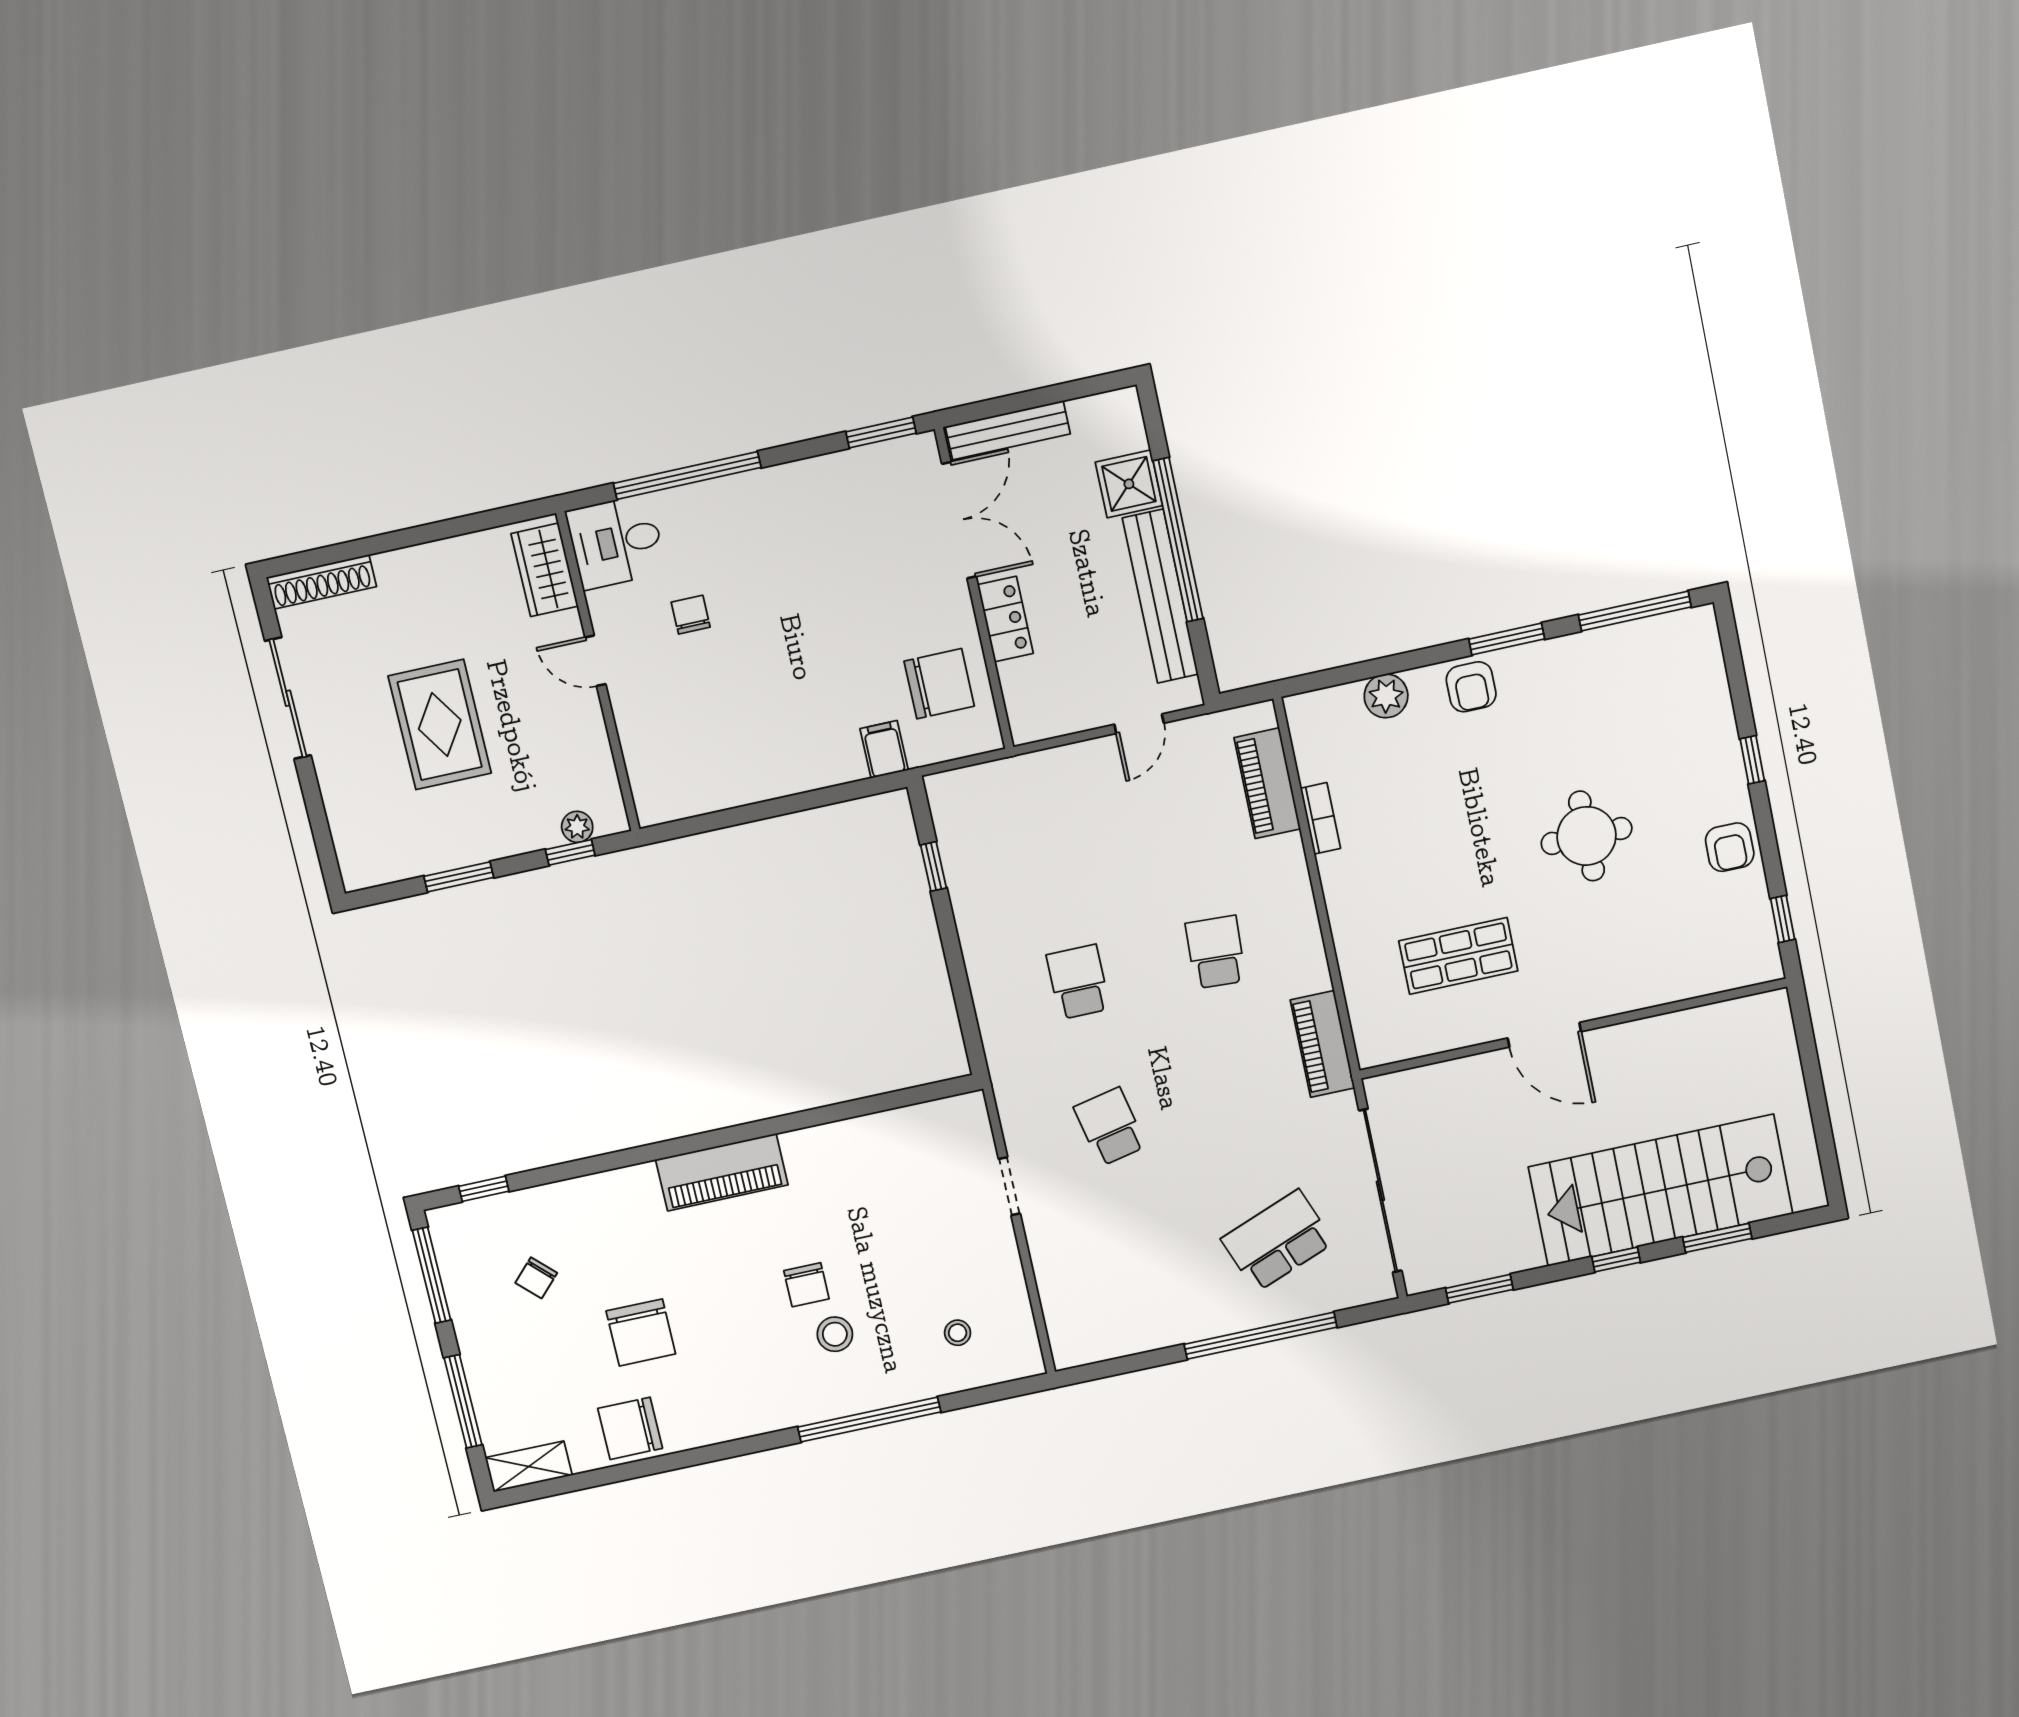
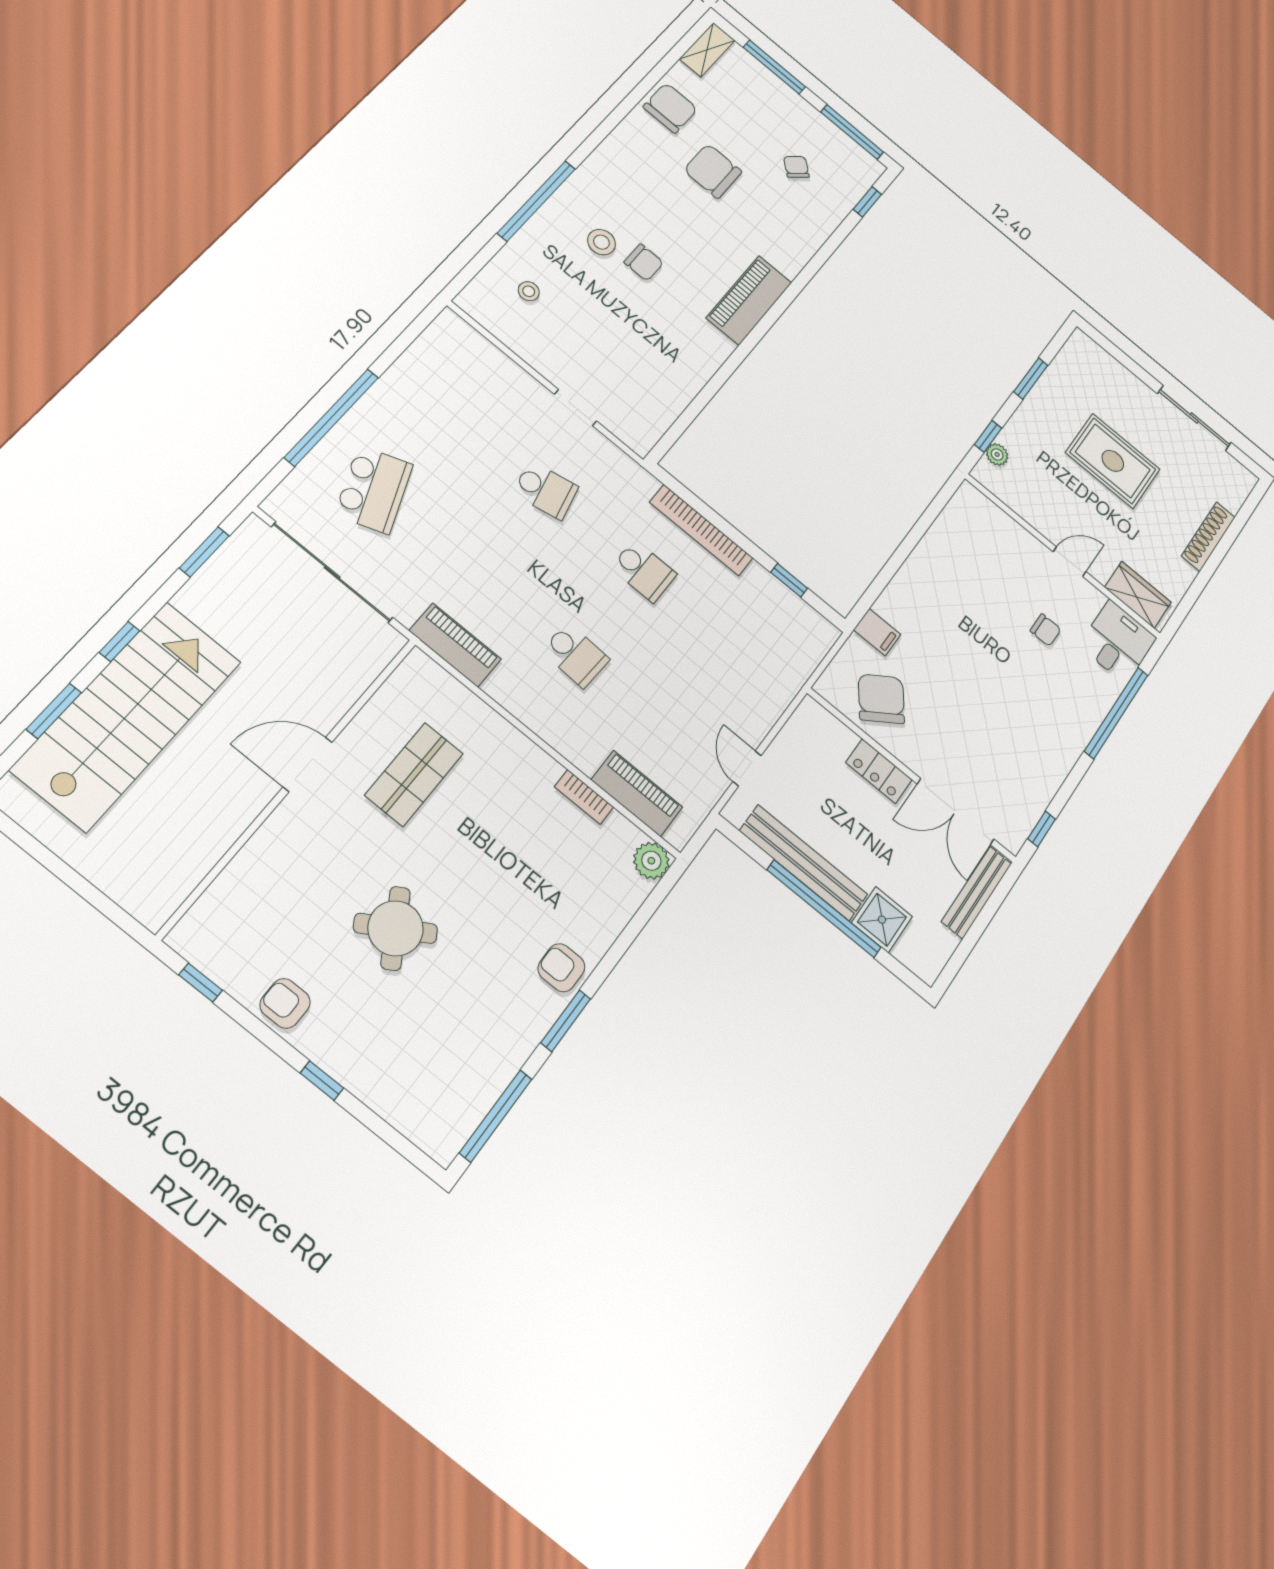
window: (881, 432) -> (1042, 829), width x0.67
shoe rack: (321, 582) -> (1208, 537), moved
chair: (939, 684) -> (881, 699), turned 144
plant: (1386, 696) -> (651, 861), moved
round table: (1587, 836) -> (396, 928), turned -31
bookcase: (983, 979) -> (701, 530), added
chair: (806, 1285) -> (644, 262), turned 180

